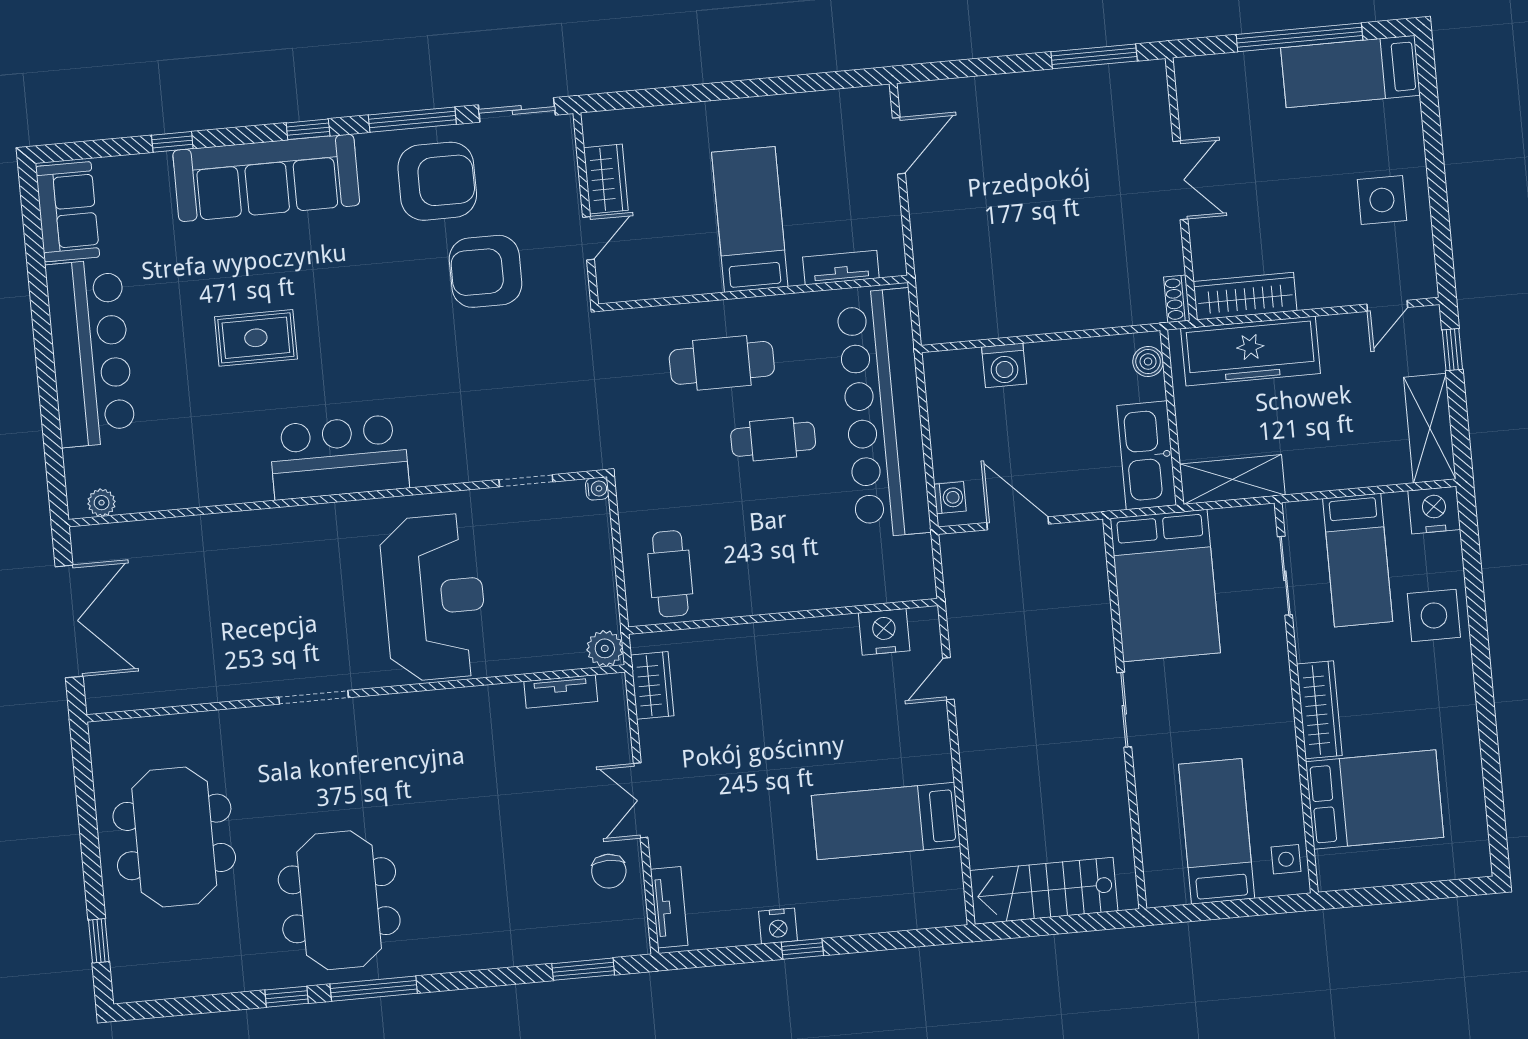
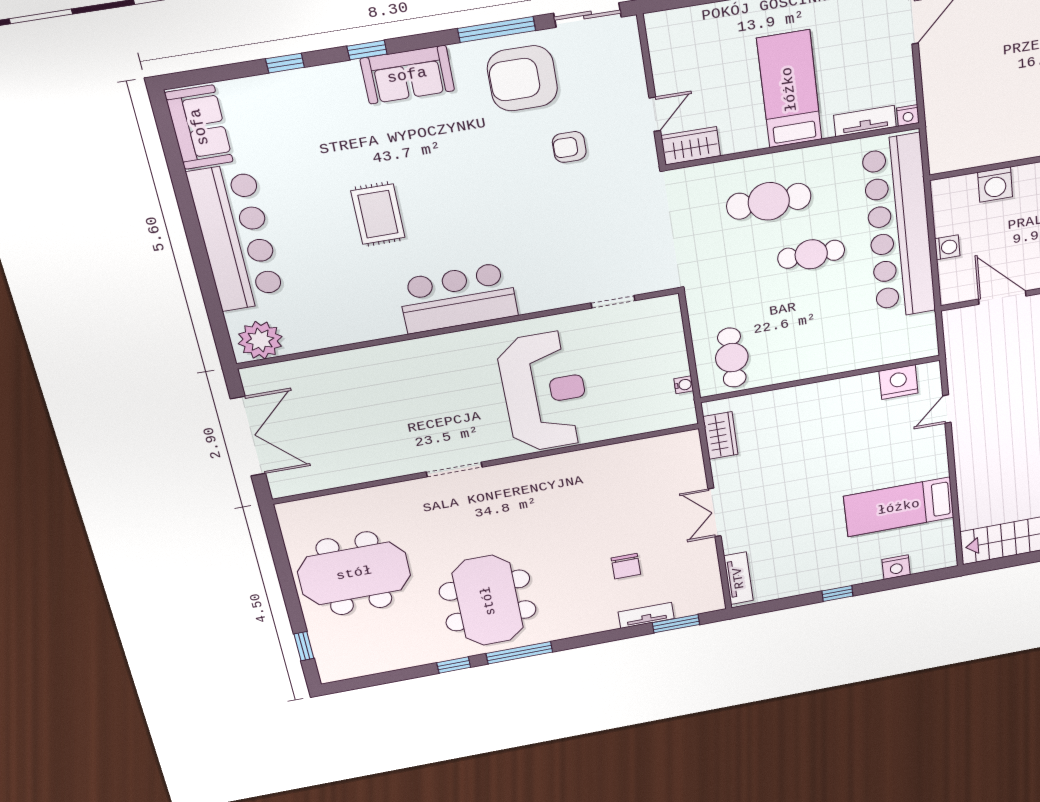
window: (308, 129) -> (367, 50), moved
sofa: (266, 178) -> (407, 75), width x0.54, depth x0.79
wardrobe: (606, 179) -> (691, 146), moved, turned -90
armchair: (437, 181) -> (522, 78), turned 180
nightstand: (894, 265) -> (908, 115), added
armchair: (486, 271) -> (569, 147), width x0.53, depth x0.53
rug: (256, 338) -> (378, 214), turned 90
water cooler: (597, 489) -> (684, 385), moved
washing machine: (950, 498) -> (947, 247), moved
plant: (102, 503) -> (260, 340), width x1.88, depth x1.88
plant: (605, 648) -> (682, 414), removed
tv unit: (561, 691) -> (646, 615), moved, turned 180
meeting table: (174, 837) -> (354, 573), turned 90
chair: (609, 871) -> (626, 566), moved
nightstand: (778, 926) -> (896, 567), moved

